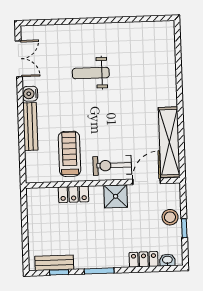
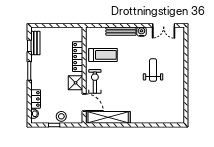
locker: (74, 194) -> (78, 57), width x1.53

